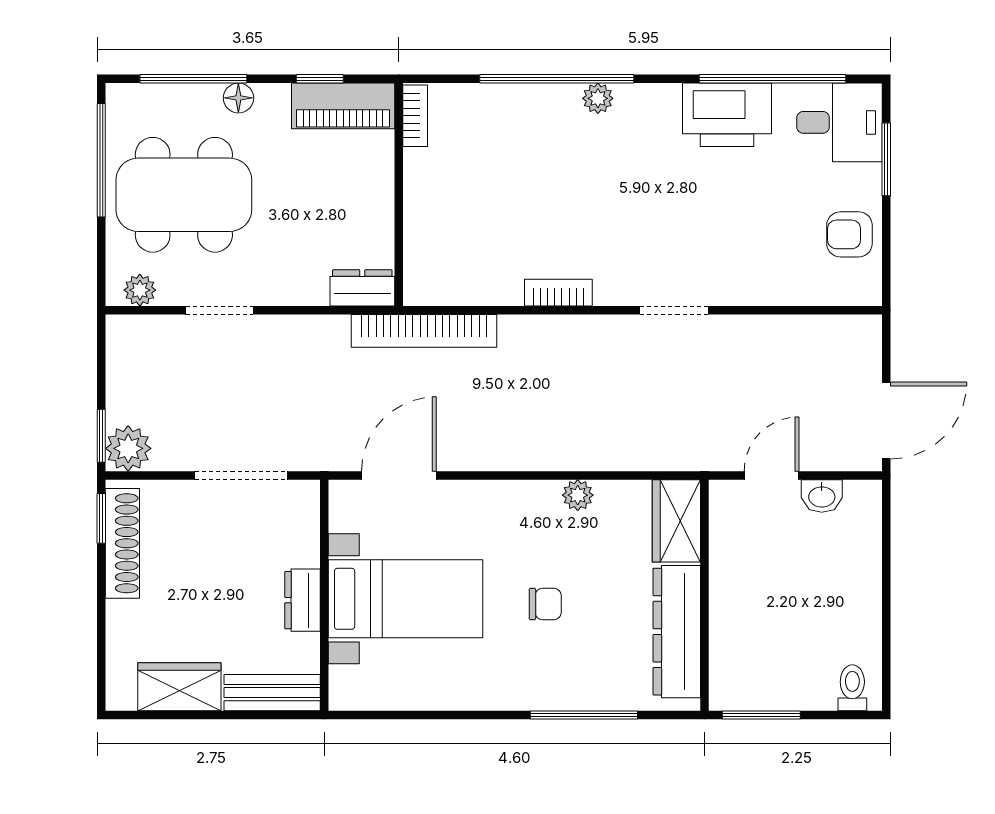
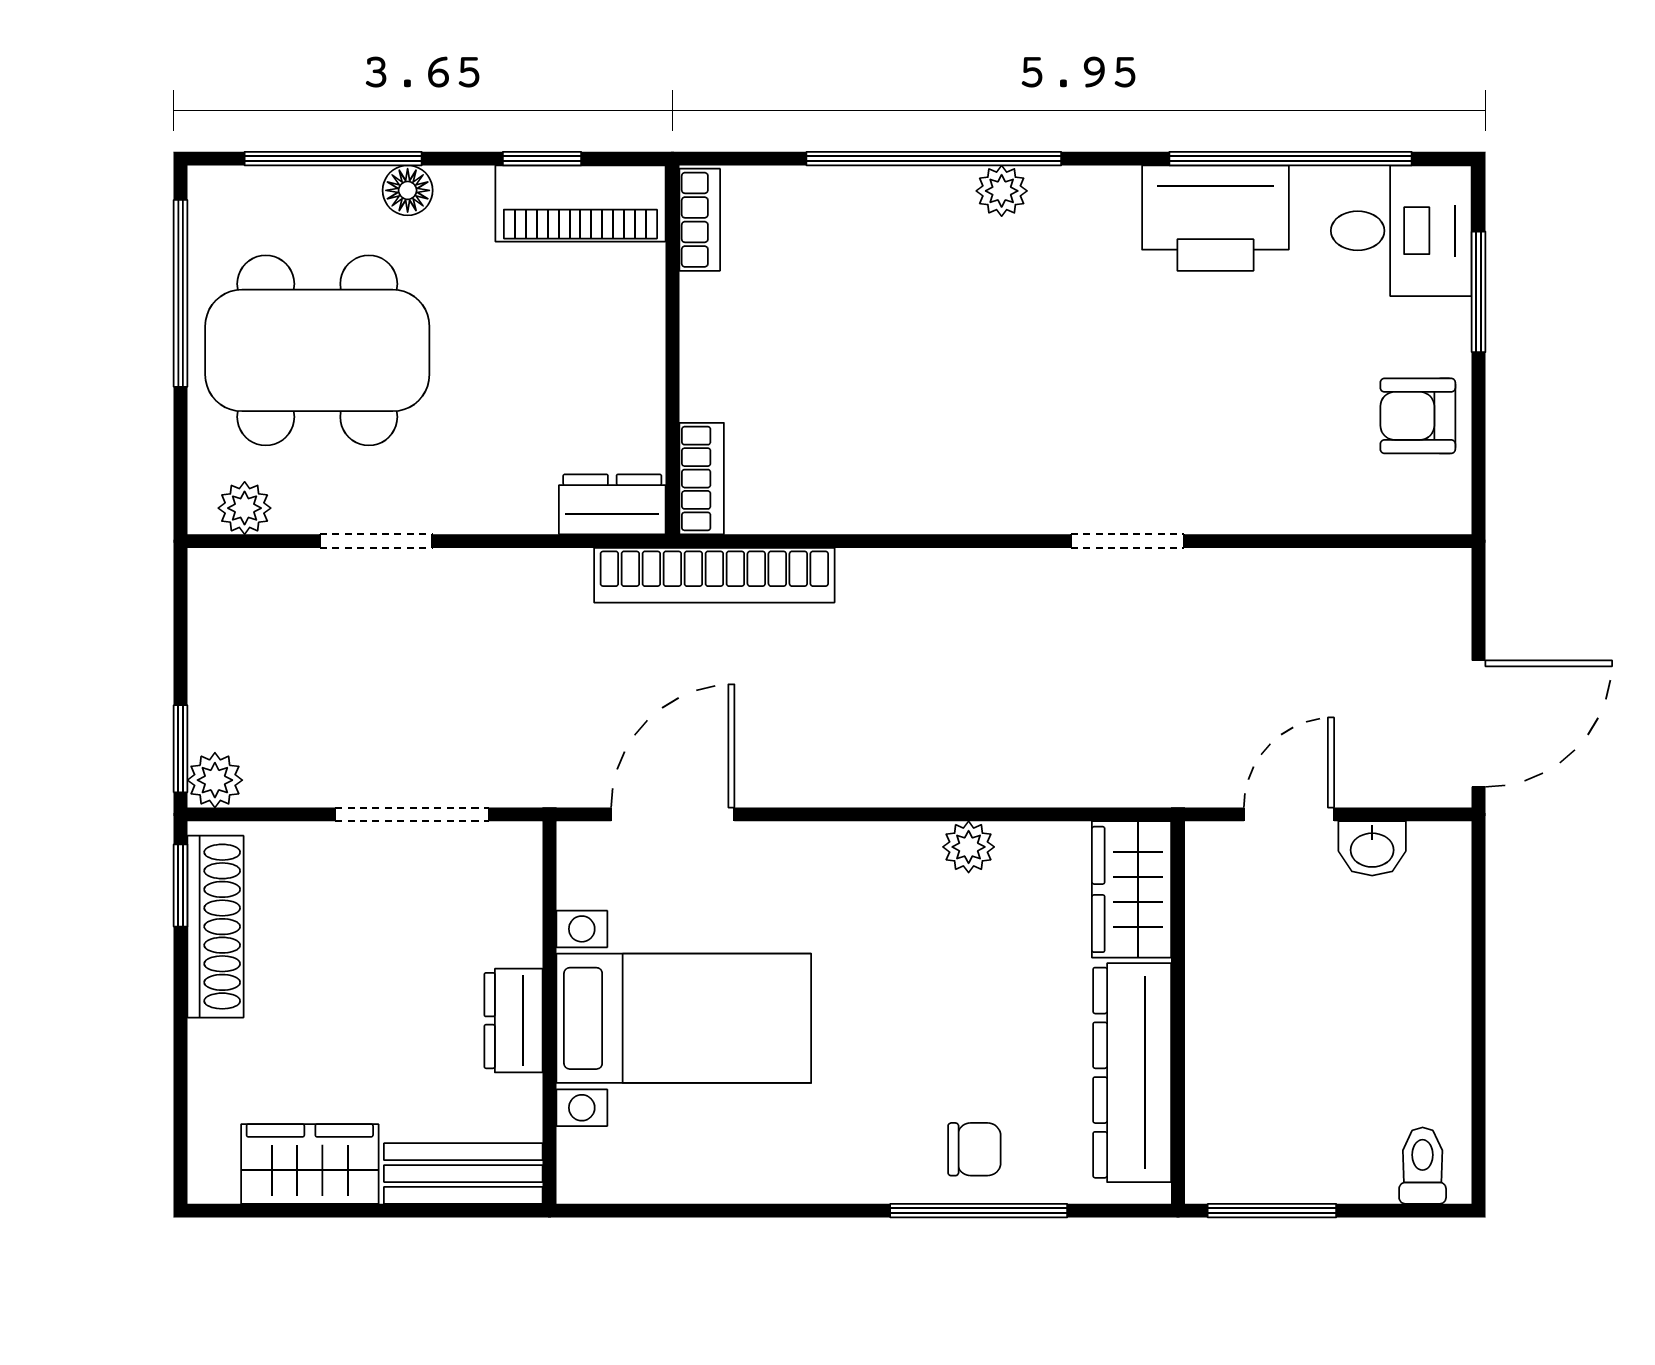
bookcase: (558, 293) -> (702, 479), moved, turned 90
plant: (128, 448) -> (215, 780), width x0.73, depth x0.73
chair: (545, 604) -> (974, 1149), moved

